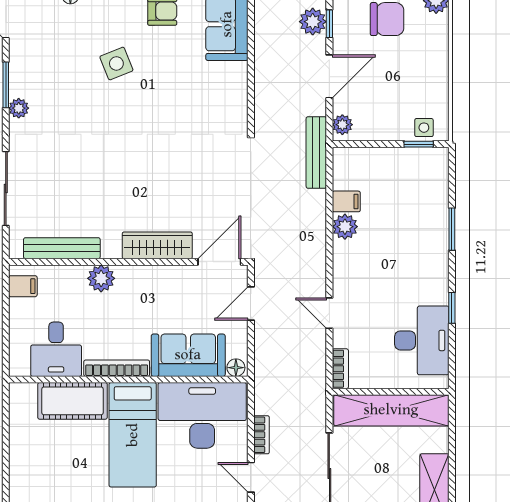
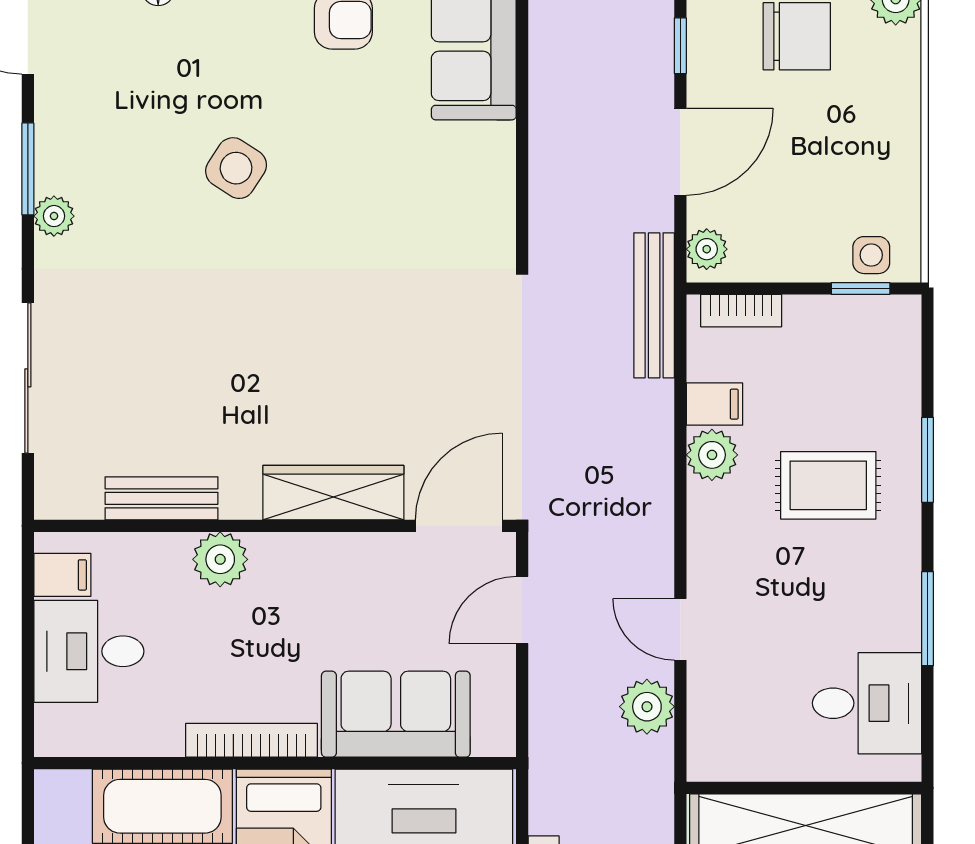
plant: (313, 22) -> (647, 707), moved
side table: (116, 63) -> (236, 168), moved, turned -35
rug: (403, 242) -> (828, 485), added
bench: (62, 248) -> (161, 498), width x0.73
window: (452, 308) -> (928, 619), width x1.50
desk: (422, 340) -> (867, 703), width x0.73
desk: (56, 349) -> (89, 651), moved, turned 90
floor lamp: (236, 368) -> (492, 739), removed
bookcase: (340, 369) -> (741, 311), moved, turned 90

